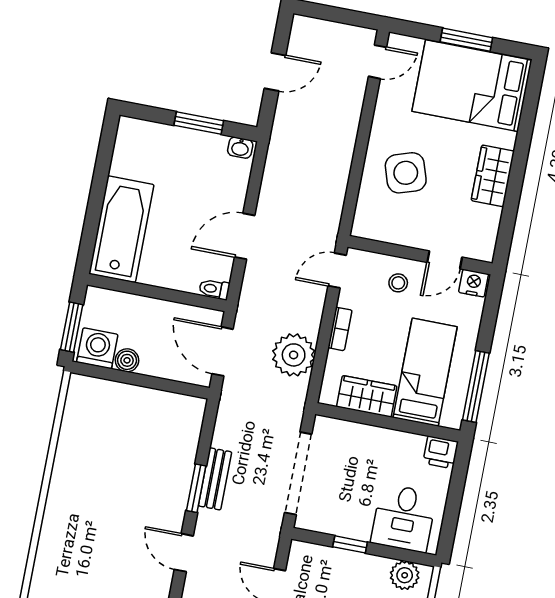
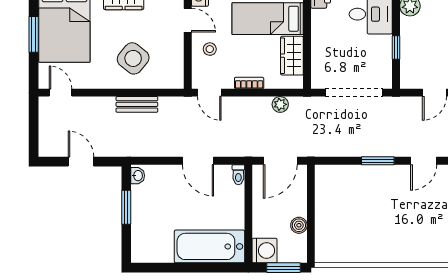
side table: (406, 173) -> (133, 58), turned -33
washing machine: (97, 348) -> (265, 251), moved, turned 180
plant: (294, 355) -> (280, 104), width x0.53, depth x0.53
bench: (215, 479) -> (137, 104), moved

